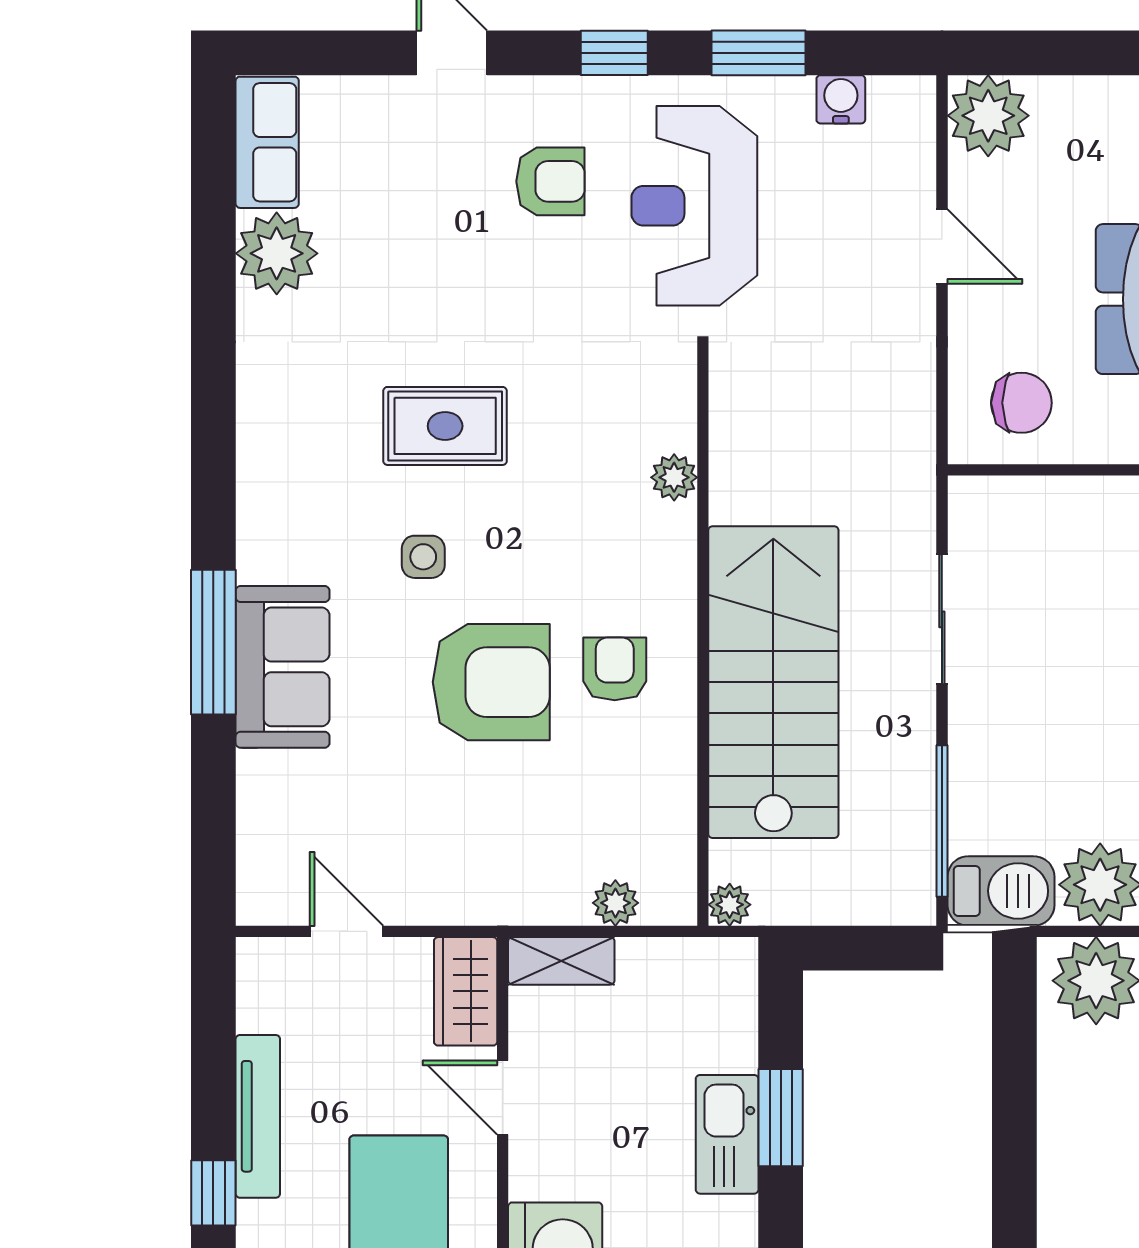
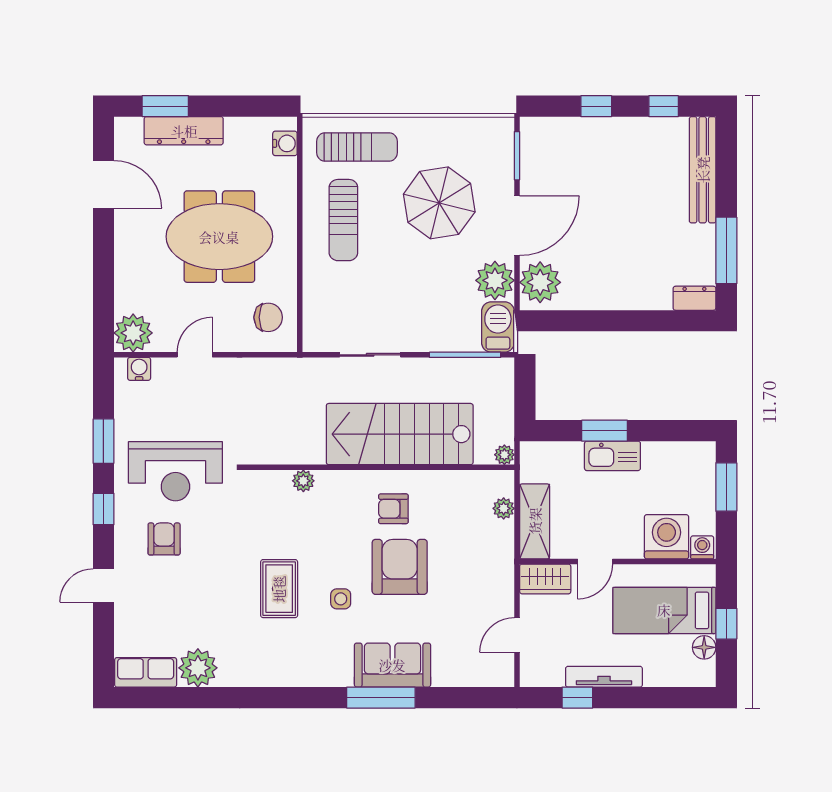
water cooler: (841, 99) -> (139, 369), moved, turned 90
chair: (1021, 403) -> (268, 317), turned 90
shelving: (561, 961) -> (535, 521), width x1.50, depth x1.33
window: (213, 1193) -> (577, 698), moved

